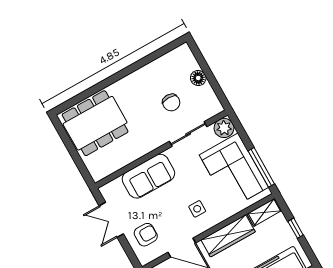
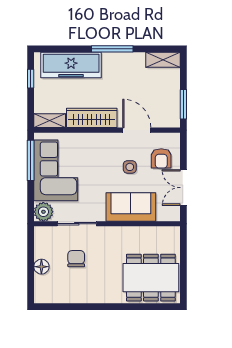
side table: (197, 209) -> (130, 167), moved
double door: (111, 220) -> (183, 188), swing flipped
window: (296, 228) -> (31, 79), moved
armchair: (146, 235) -> (161, 158), turned -90

